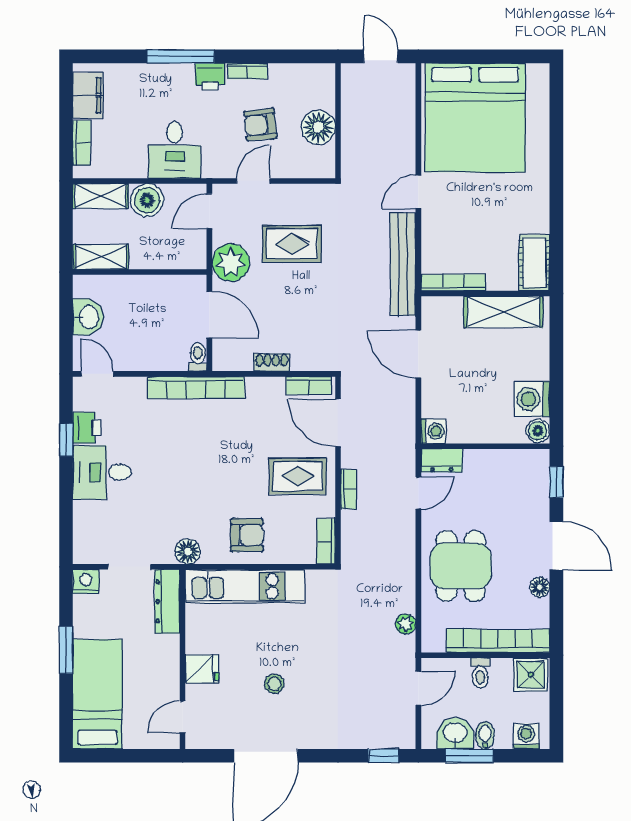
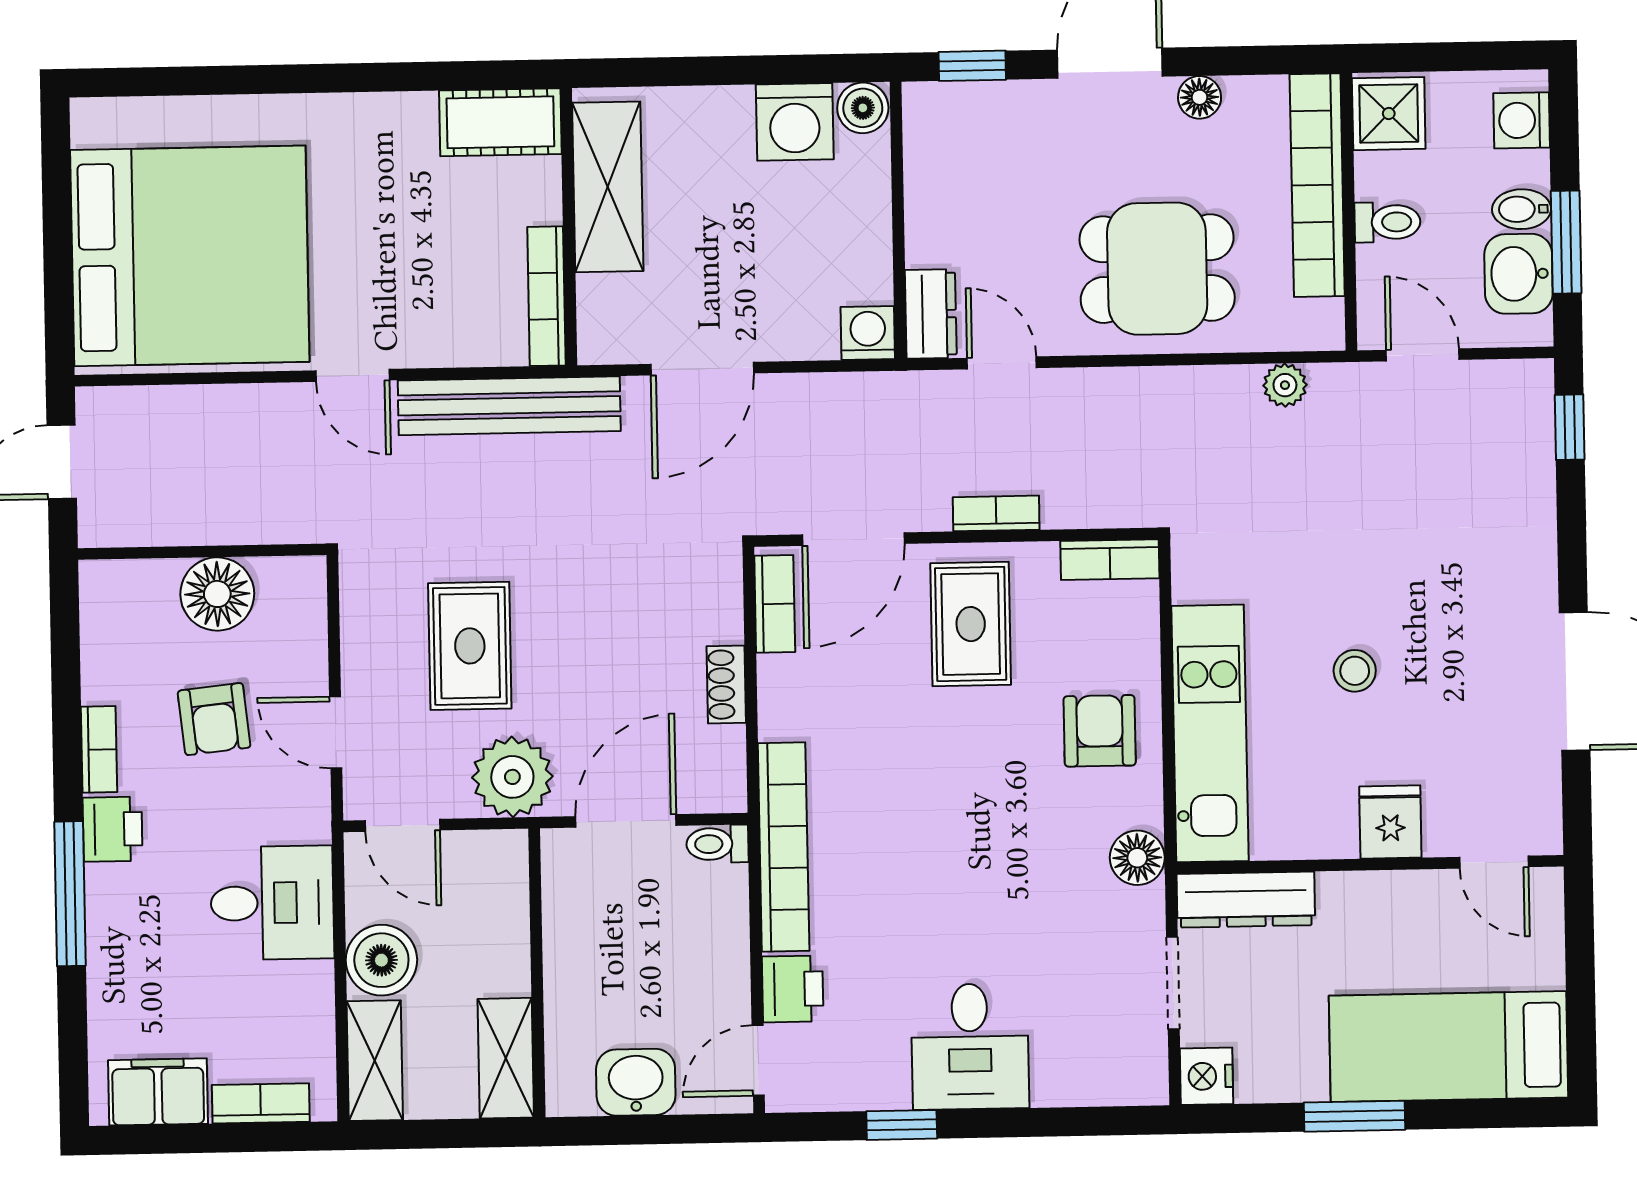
printer: (87, 428) -> (793, 989), moved, turned 90
stool: (274, 684) -> (1355, 671), moved

